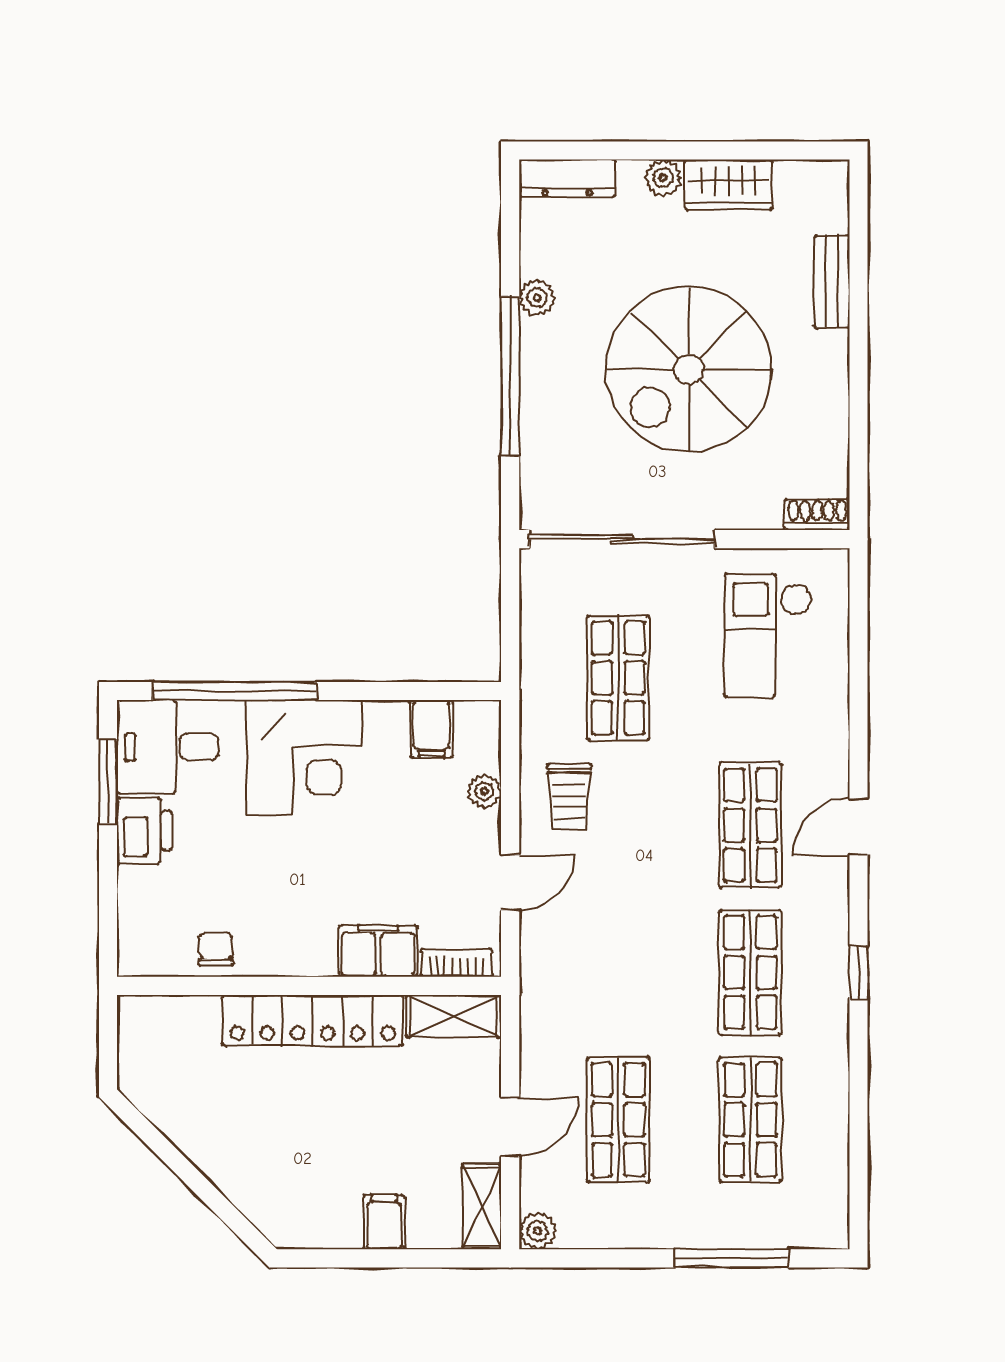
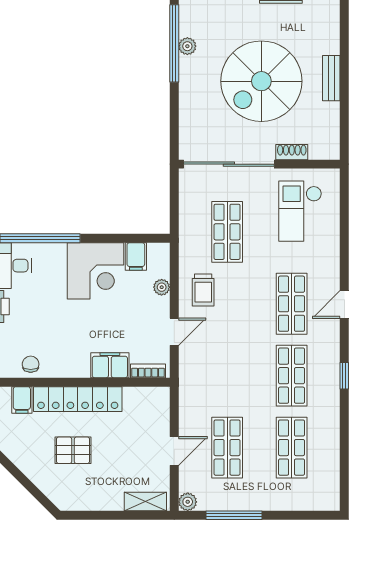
bench: (832, 282) -> (331, 78), moved
window: (510, 376) -> (174, 43), moved
shoe rack: (817, 514) -> (292, 152), moved
corner desk: (304, 758) -> (95, 271), moved
shelving: (454, 1016) -> (147, 397), removed
pallet: (303, 1125) -> (73, 450), added
shelving: (482, 1207) -> (145, 501), moved, turned 90
filing cabinet: (384, 1222) -> (22, 400), moved, turned 180
window: (731, 1258) -> (234, 515), moved

